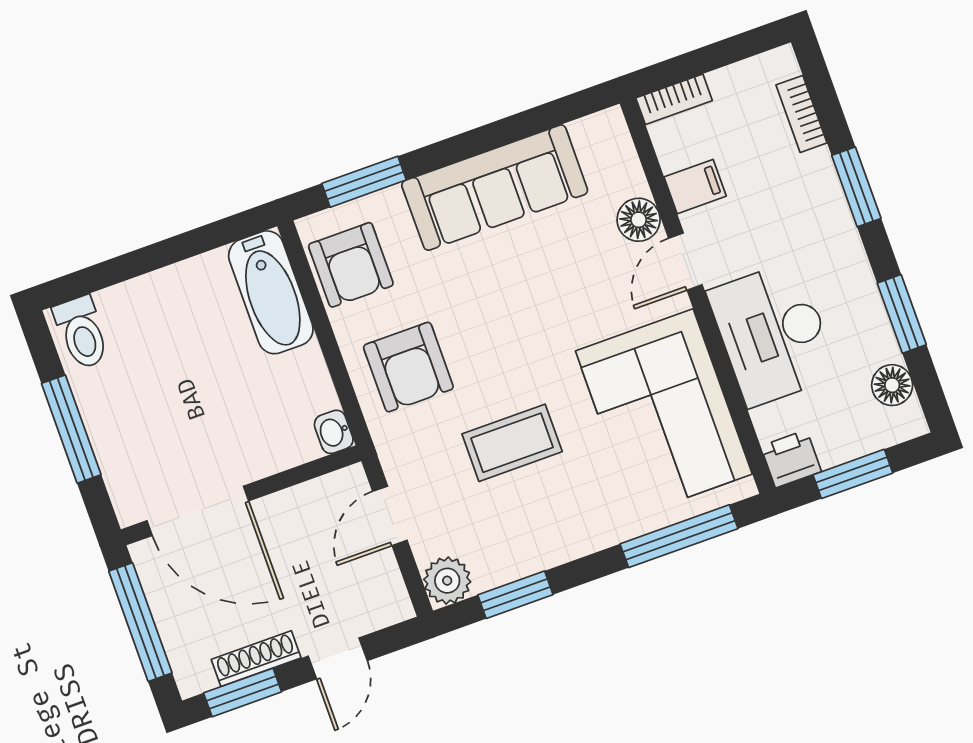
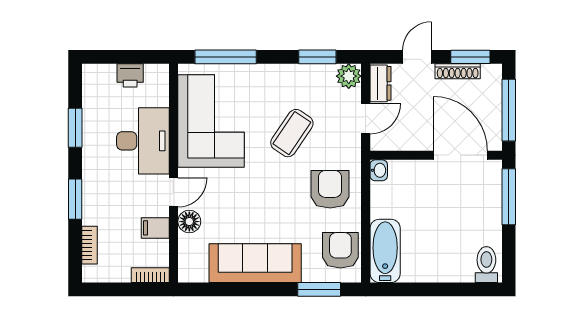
floor lamp: (892, 385) -> (93, 94), removed
window: (71, 429) -> (509, 197), moved
coffee table: (512, 443) -> (292, 133), turned -56
printer: (791, 459) -> (130, 75), moved
window: (853, 474) -> (128, 57), removed
dresser: (386, 588) -> (381, 83), added

